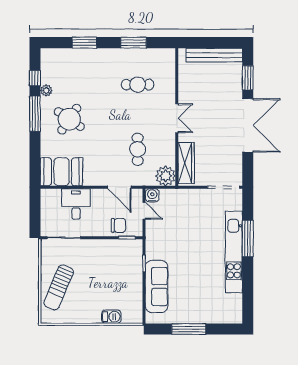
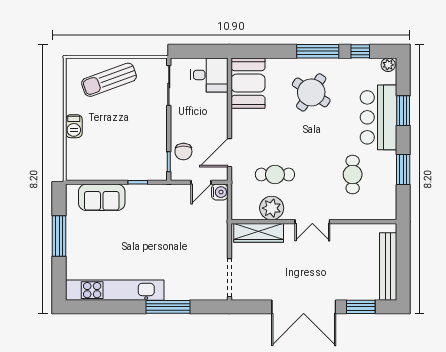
bar counter: (90, 63) -> (378, 117), added
plant: (46, 90) -> (388, 65), moved
plant: (166, 176) -> (272, 208), moved
desk: (76, 204) -> (209, 75), moved
kitchen unit: (234, 252) -> (115, 290), moved
sun lounger: (59, 287) -> (109, 80), turned -43
sofa: (157, 287) -> (102, 197), width x0.73
barbecue: (111, 317) -> (74, 126), moved

